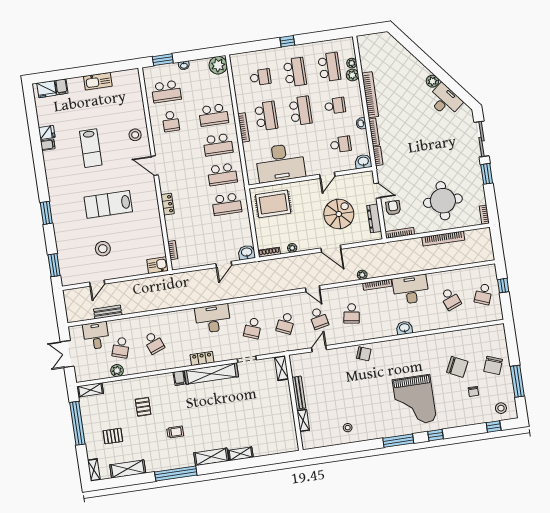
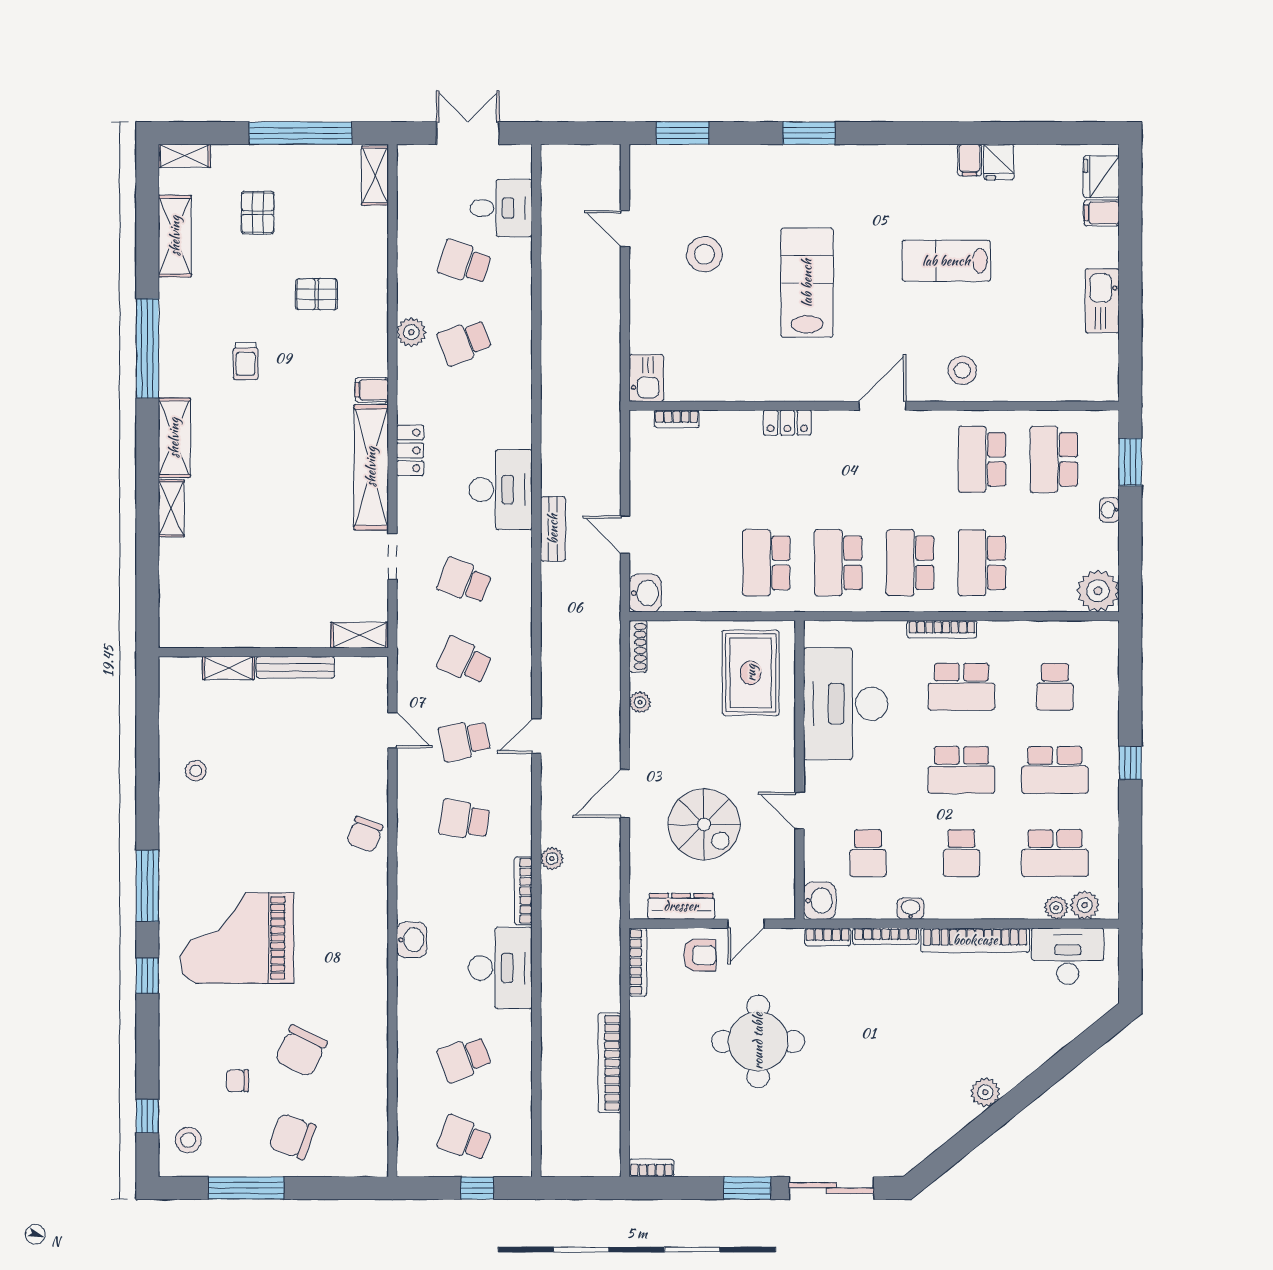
plant: (352, 75) -> (1085, 905), moved
desk: (445, 100) -> (1068, 956), moved, turned -141
school desk: (171, 121) -> (982, 459), width x1.85
round table: (443, 201) -> (758, 1041), moved
bench: (108, 312) -> (553, 529), moved
plant: (117, 371) -> (411, 332), moved

